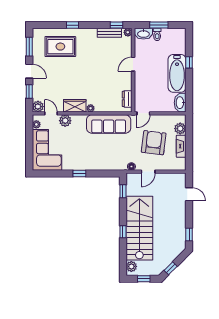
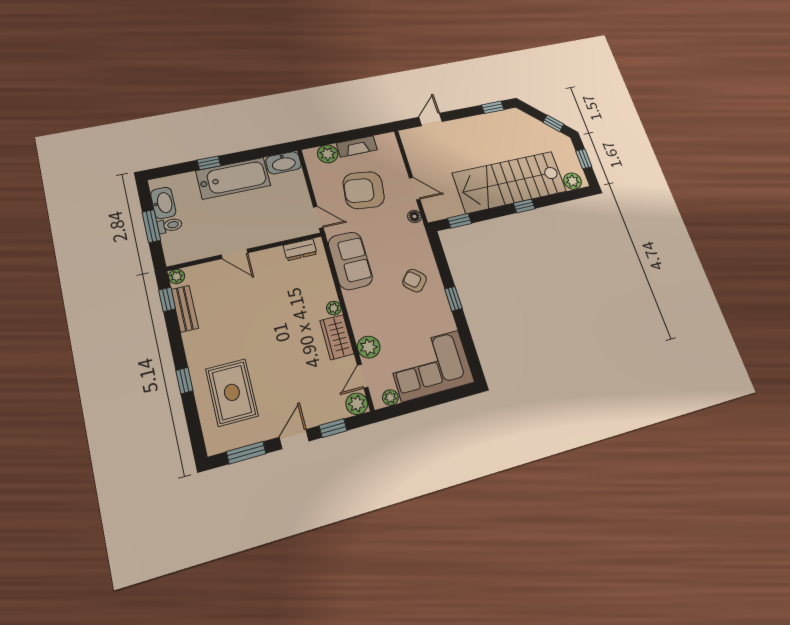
washbasin: (143, 34) -> (163, 203), moved
sofa: (109, 124) -> (350, 261), width x0.73
armchair: (95, 155) -> (415, 281), added

